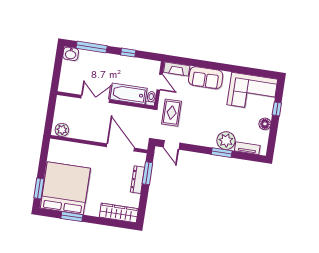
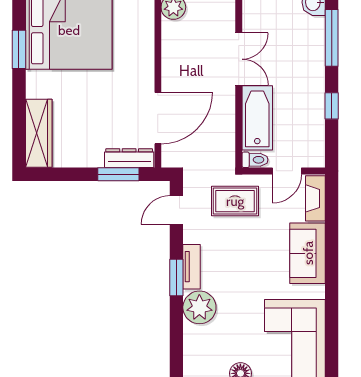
tv unit: (247, 148) -> (192, 267), moved
window: (222, 153) -> (176, 278), moved
dresser: (138, 180) -> (129, 158), moved

